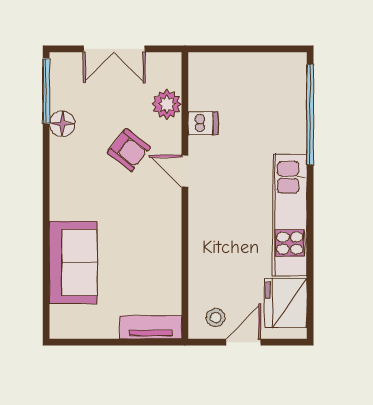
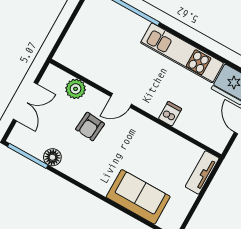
dishwasher: (203, 123) -> (170, 114), moved
armchair: (129, 150) -> (90, 127), turned 147
stool: (216, 318) -> (218, 131), removed

